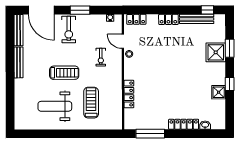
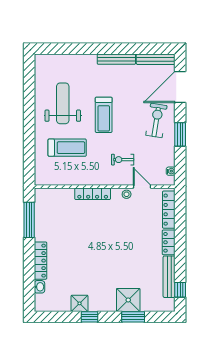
locker: (136, 19) -> (169, 210), width x1.53
exercise bike: (69, 30) -> (156, 120), turned 99
door: (123, 41) -> (142, 187), hinge flipped
locker: (129, 94) -> (93, 194), moved

